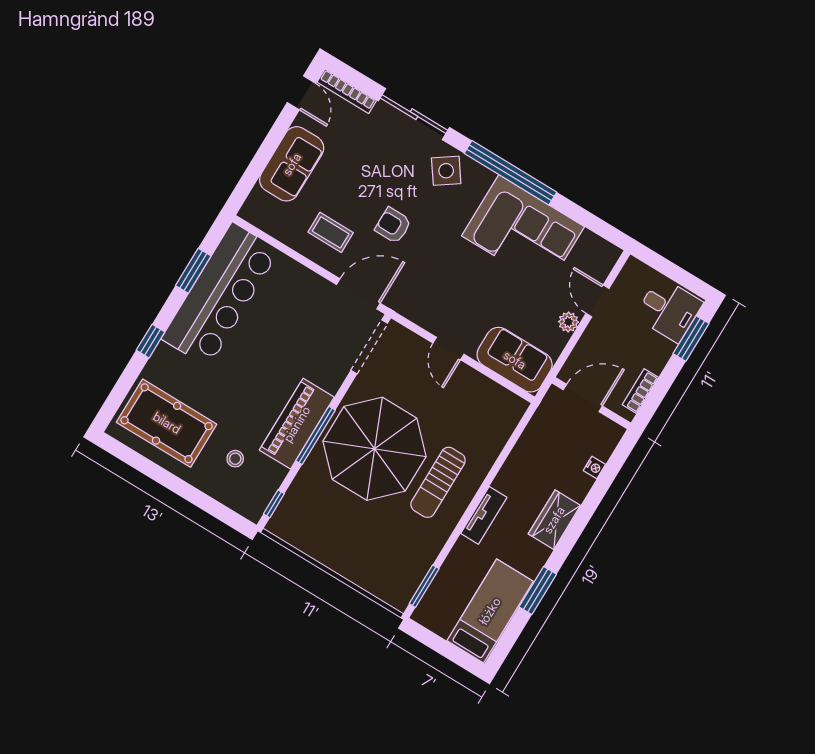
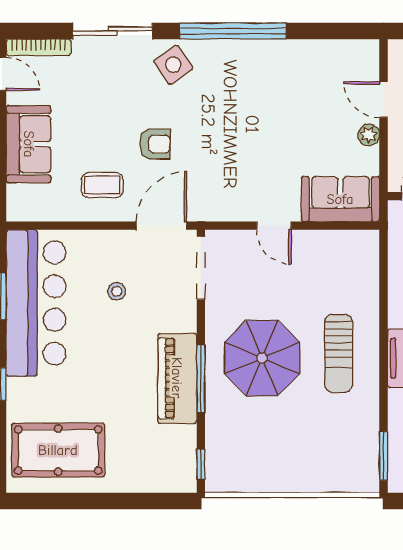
armchair: (393, 225) -> (155, 144), turned 180
corner sofa: (523, 231) -> (277, 77), removed
parasol: (375, 449) -> (262, 358), width x0.73, depth x0.73
stool: (235, 459) -> (117, 291), moved

